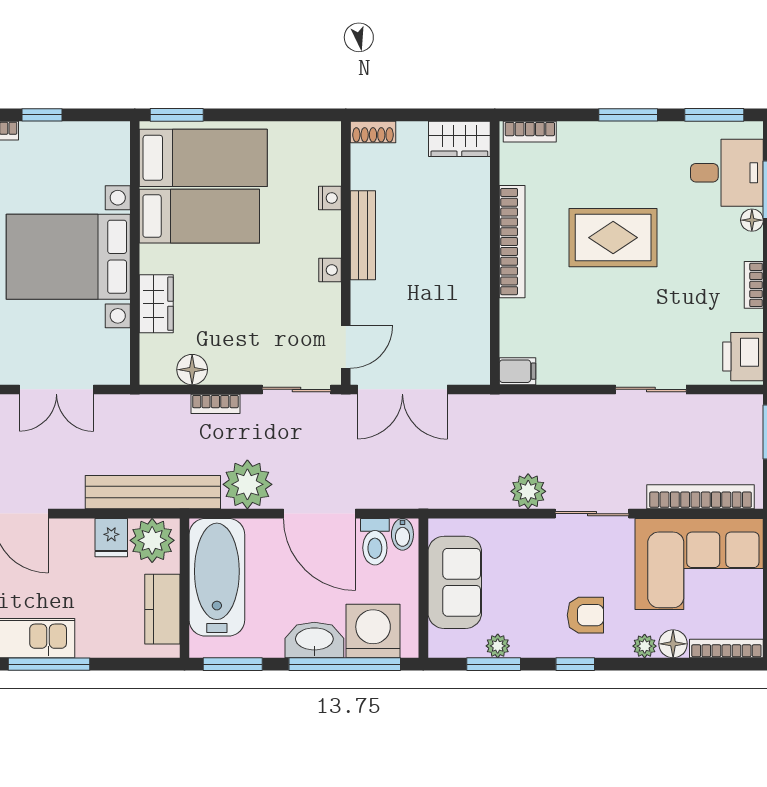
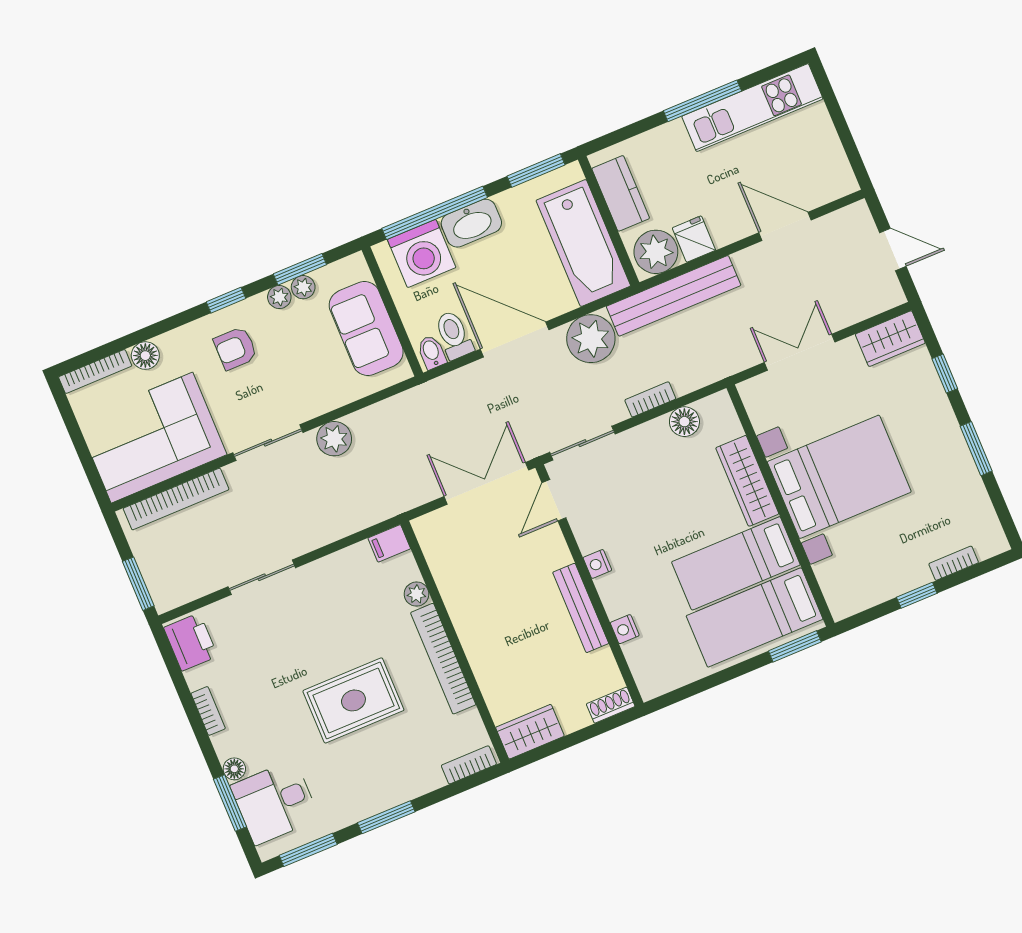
wardrobe: (156, 304) -> (747, 481), width x1.50
plant: (512, 313) -> (416, 594), added
plant: (645, 646) -> (279, 297), moved

